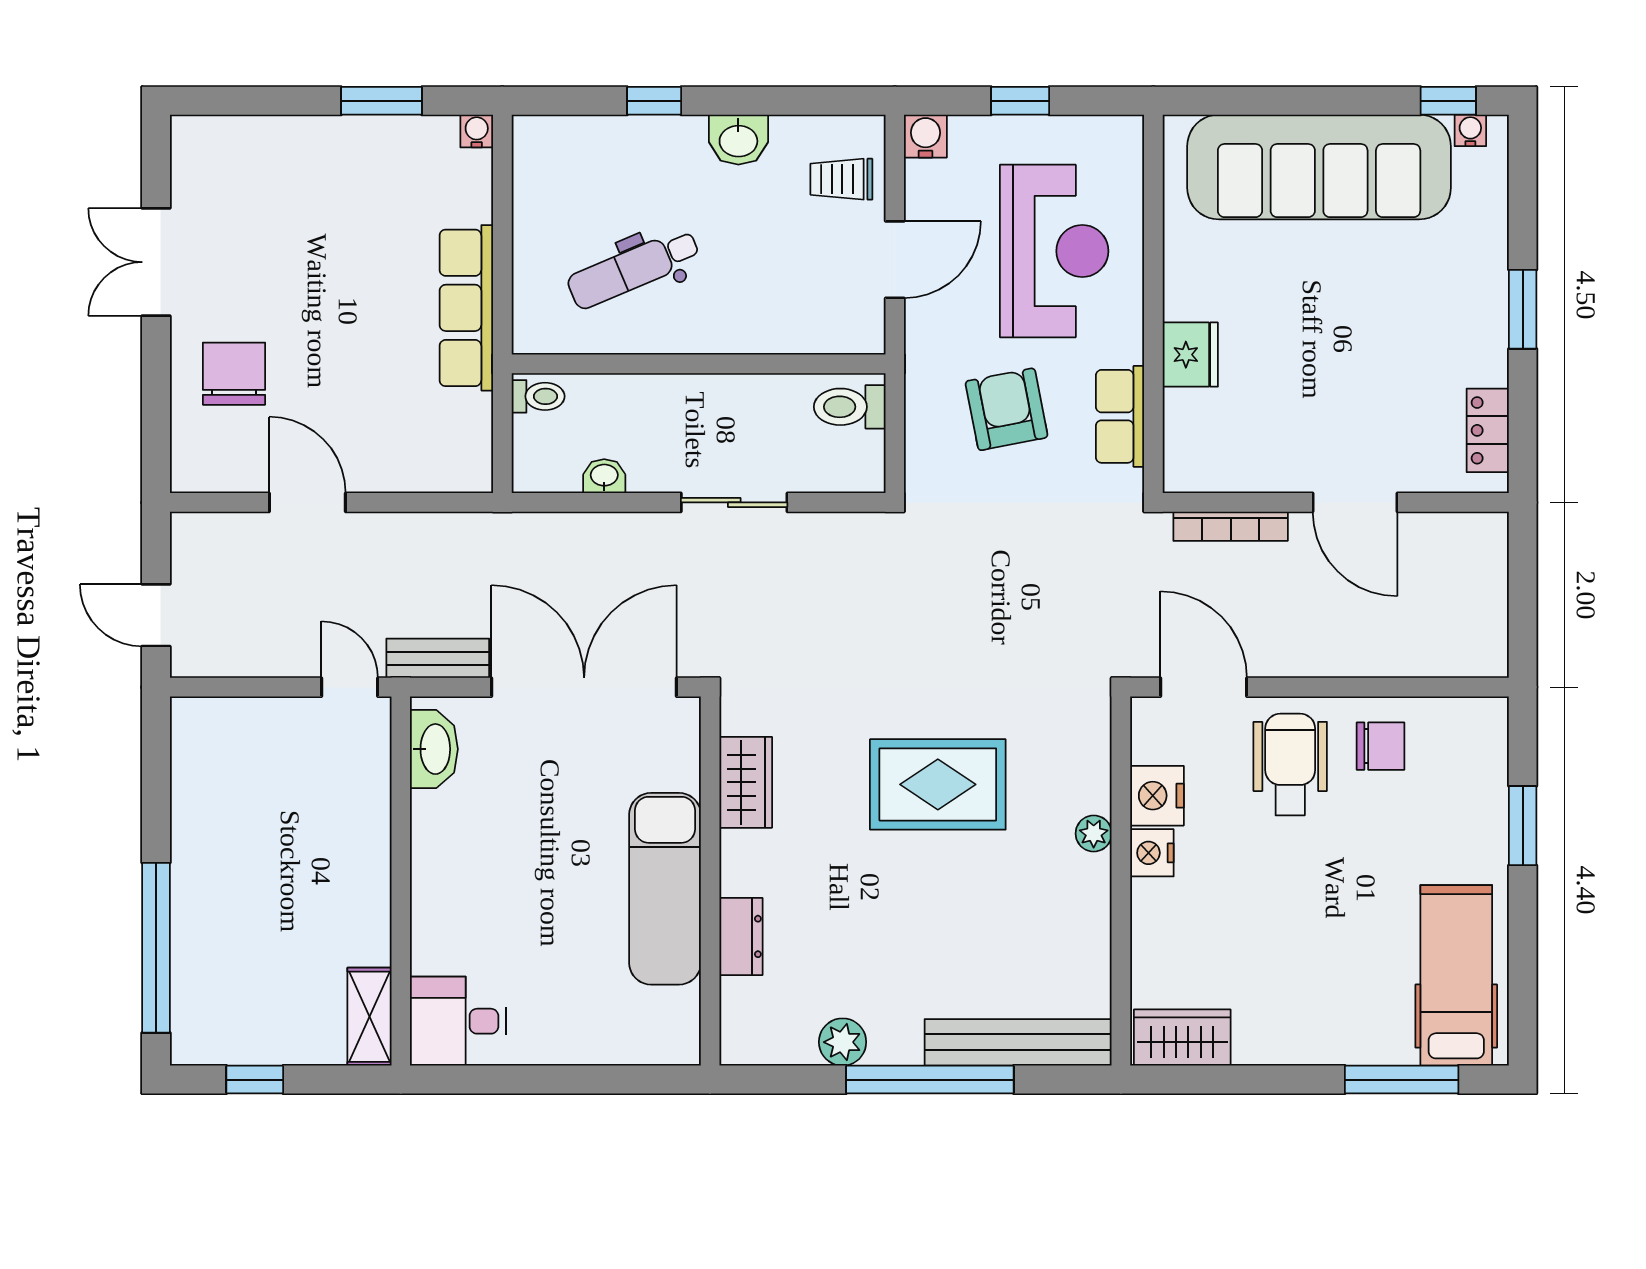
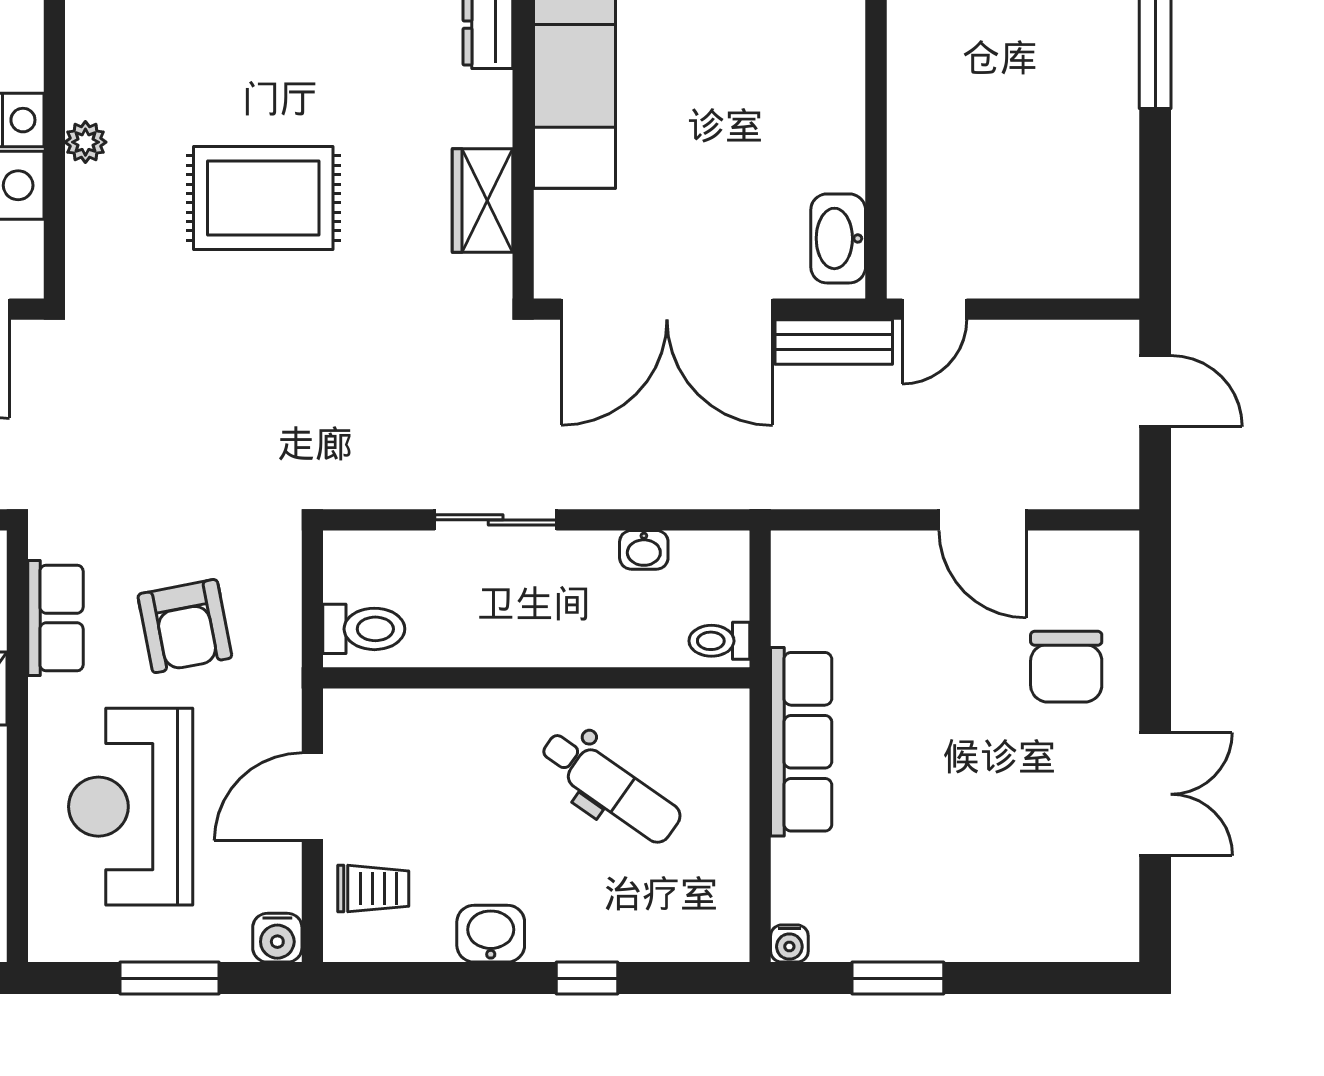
window: (1020, 101) -> (169, 978), width x1.50
dental chair: (633, 269) -> (610, 786), turned 58
door: (350, 687) -> (934, 309), hinge flipped

